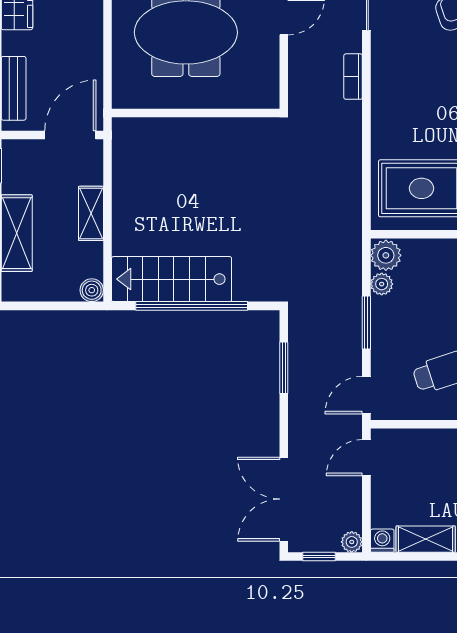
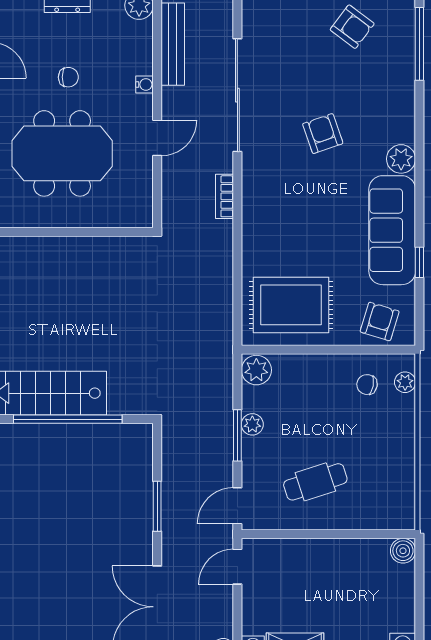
plant: (382, 284) -> (252, 424), moved
window: (284, 368) -> (157, 506), moved

